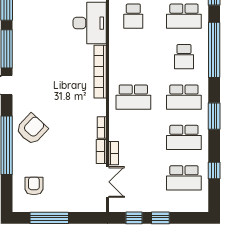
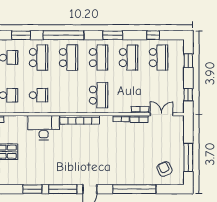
school desk: (184, 57) -> (69, 58), width x1.85
armchair: (32, 129) -> (122, 171), removed
armchair: (34, 186) -> (165, 169), turned 64
window: (160, 218) -> (188, 61), moved

